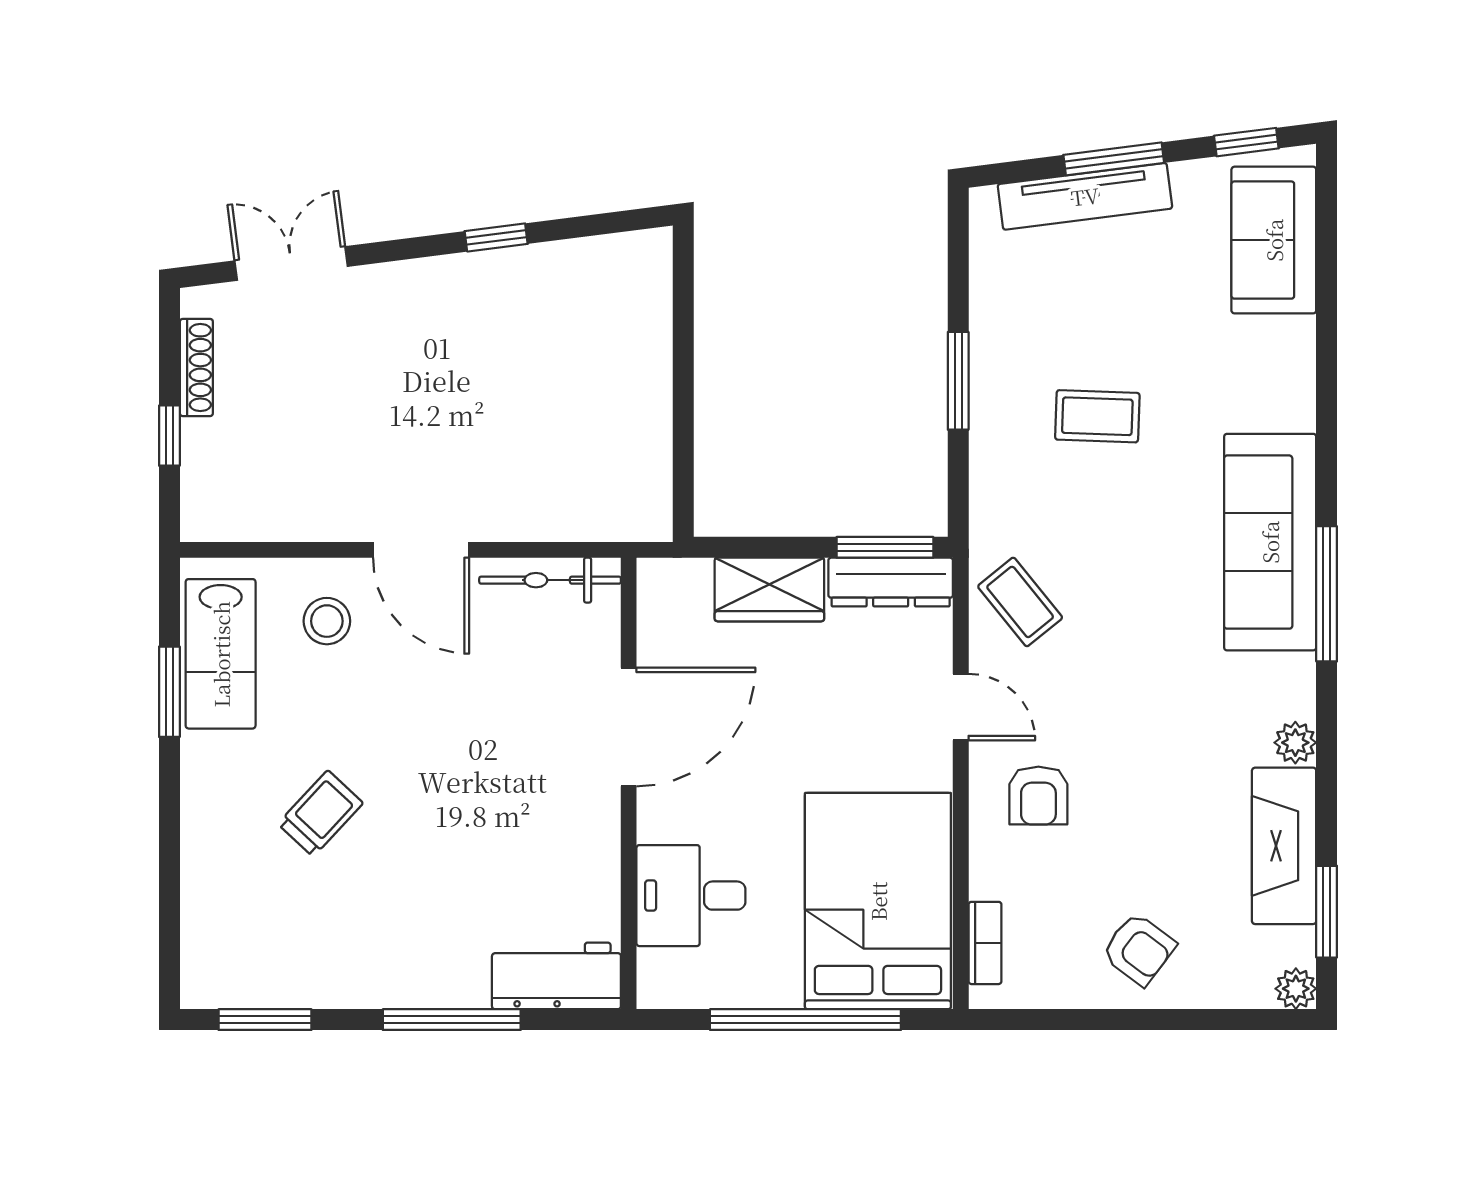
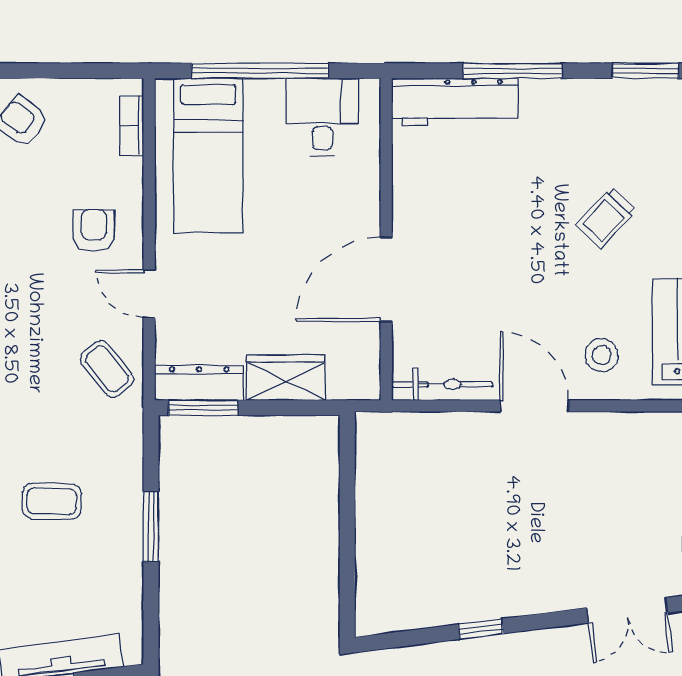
desk: (691, 896) -> (322, 117), moved, turned -90
bed: (878, 901) -> (208, 155), width x0.67
workbench: (556, 976) -> (455, 102), width x1.38

